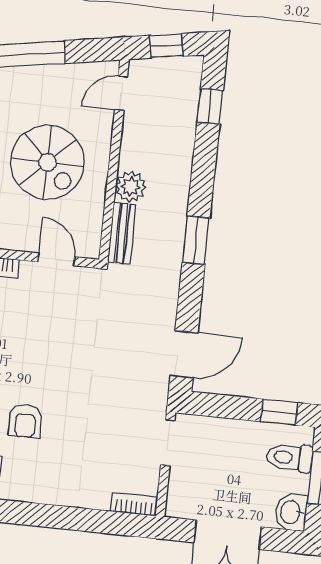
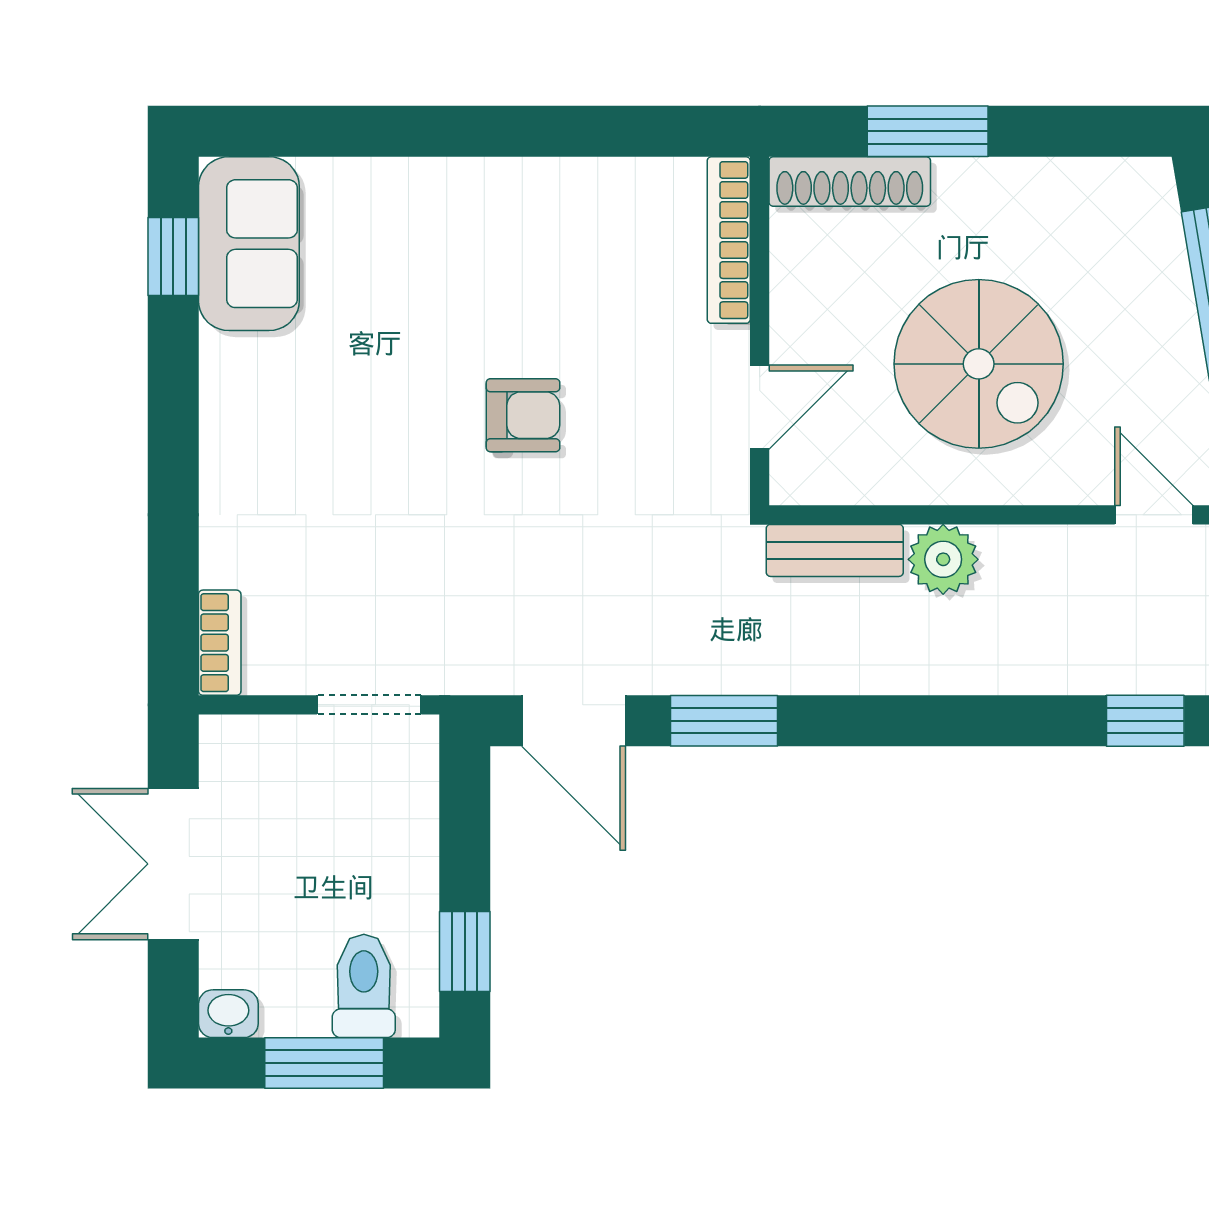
spiral stairs: (48, 162) -> (979, 364), turned -90
window: (196, 240) -> (724, 721), moved
armchair: (25, 421) -> (523, 415), moved, turned 180
washbasin: (291, 512) -> (228, 1014), width x0.72, depth x0.69

